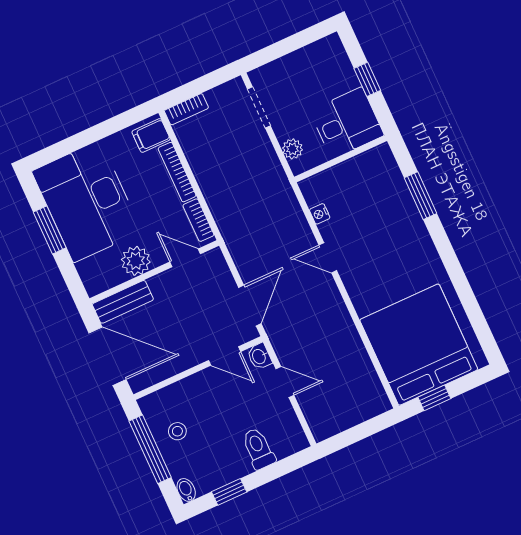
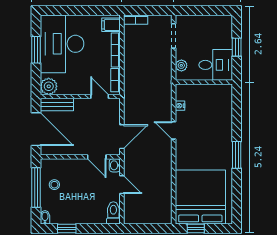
window: (421, 196) -> (237, 155), moved
plant: (136, 261) -> (49, 86), moved
toilet: (258, 448) -> (113, 213), moved

